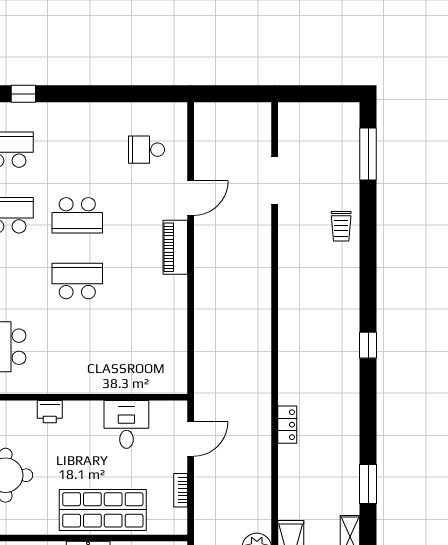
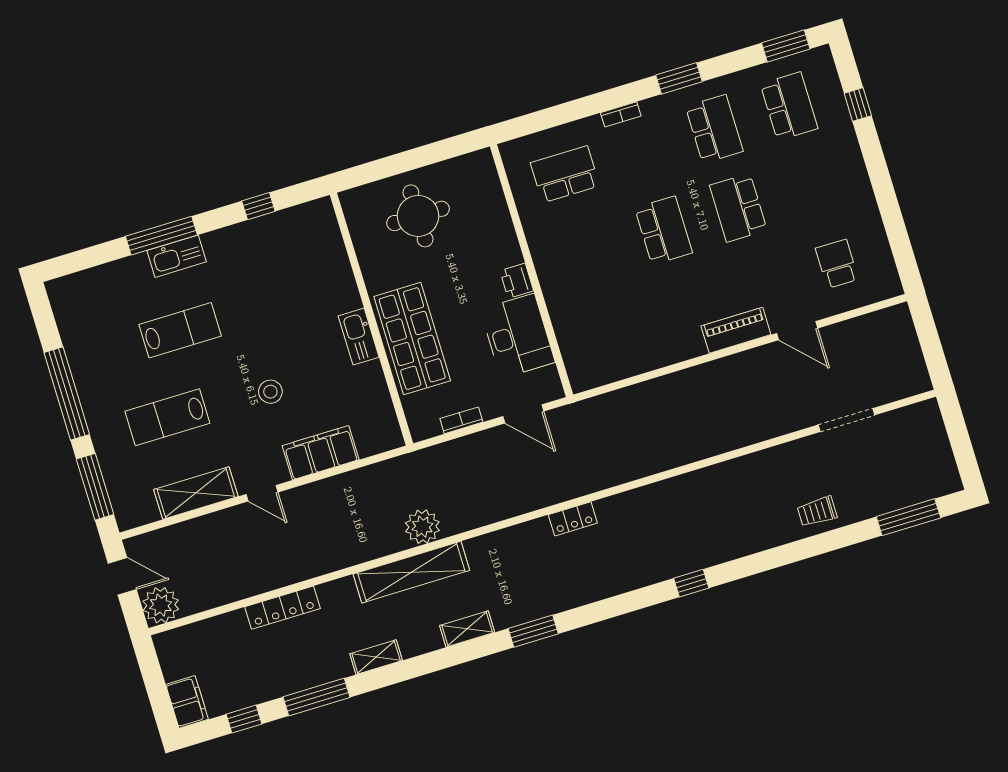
printer: (50, 412) -> (517, 281), moved
desk: (126, 424) -> (518, 336), width x1.37

